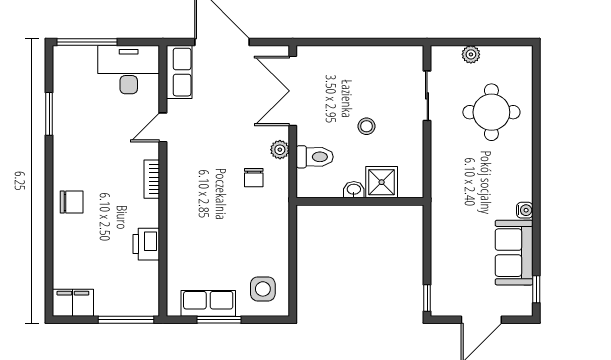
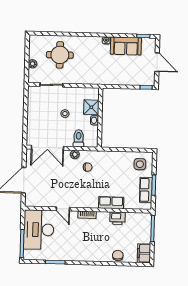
desk: (129, 70) -> (39, 230), width x1.36, depth x1.30
row of seats: (179, 72) -> (111, 203), moved
chair: (72, 202) -> (118, 255), moved

